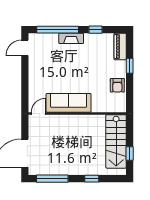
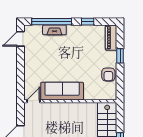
fireplace: (71, 38) -> (54, 30), moved

